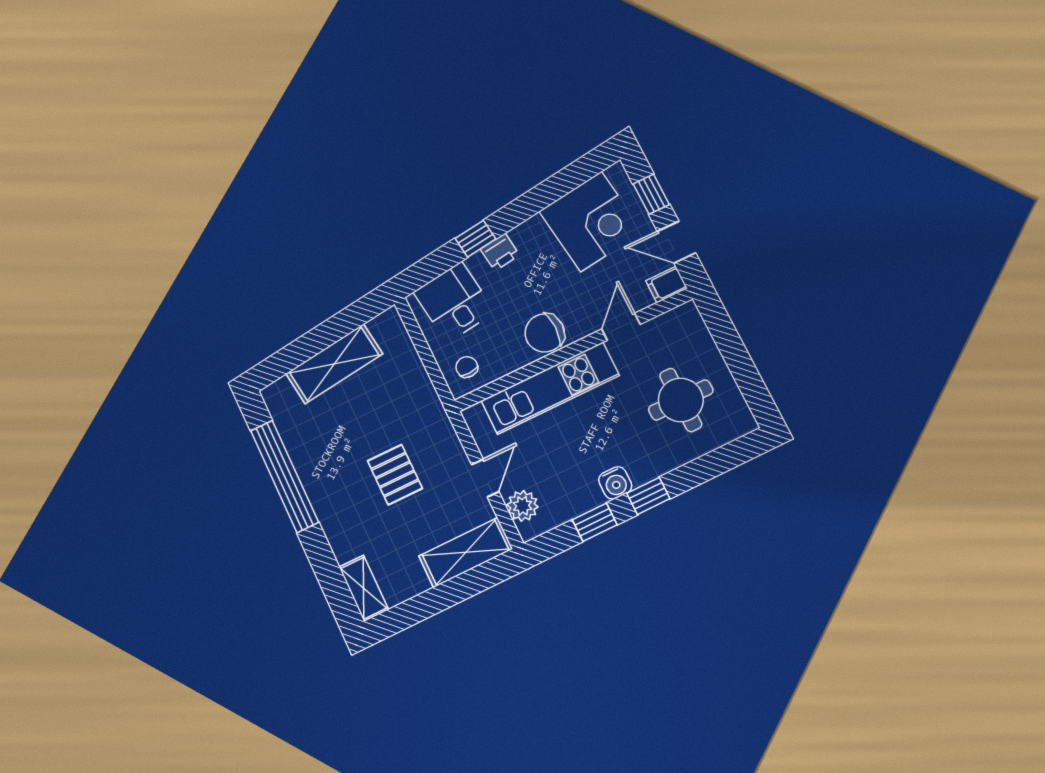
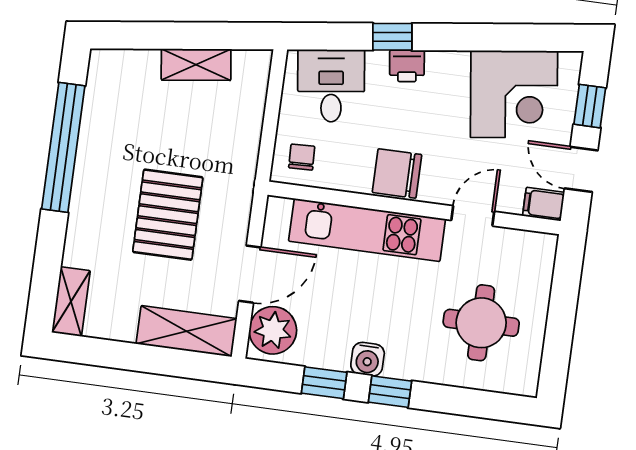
shelving: (334, 364) -> (196, 65), width x0.67, depth x0.75
pallet: (395, 475) -> (168, 215), width x1.50, depth x1.42
door: (485, 478) -> (250, 274), width x1.37
plant: (523, 506) -> (273, 330), width x1.36, depth x1.36

